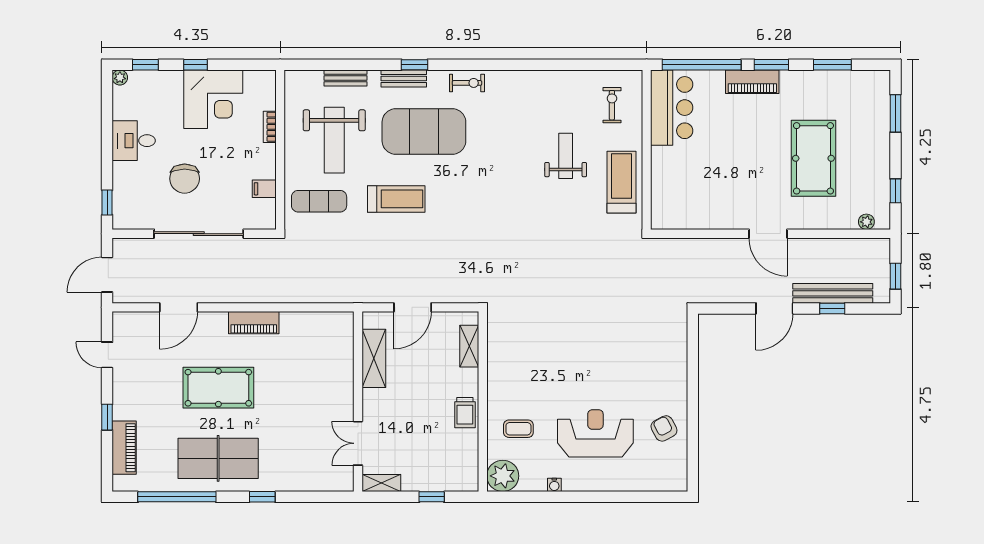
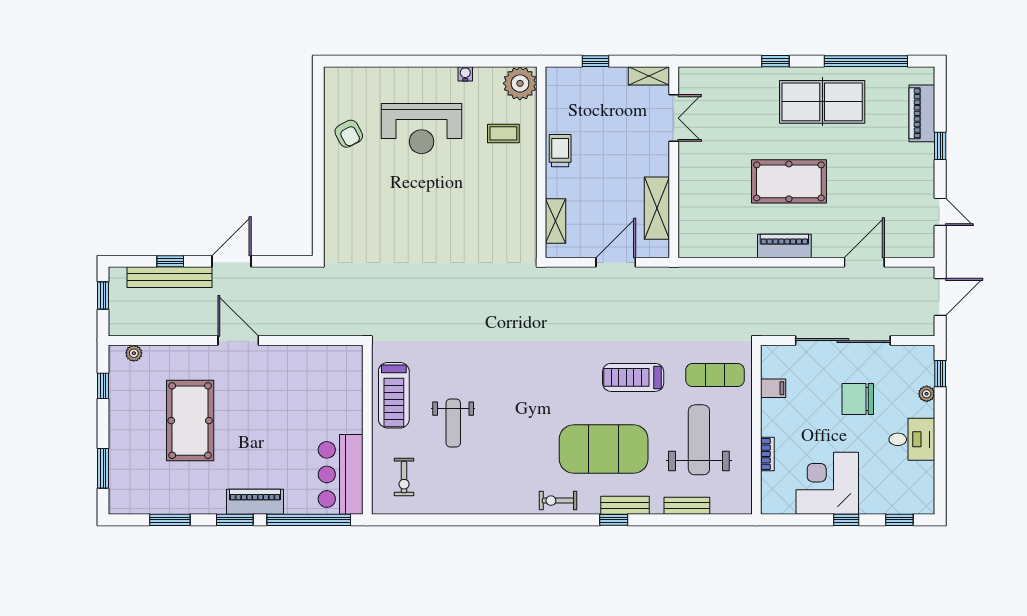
plant: (120, 77) -> (927, 394), moved
chair: (185, 179) -> (858, 399), turned -90
pool table: (218, 388) -> (789, 181), moved

